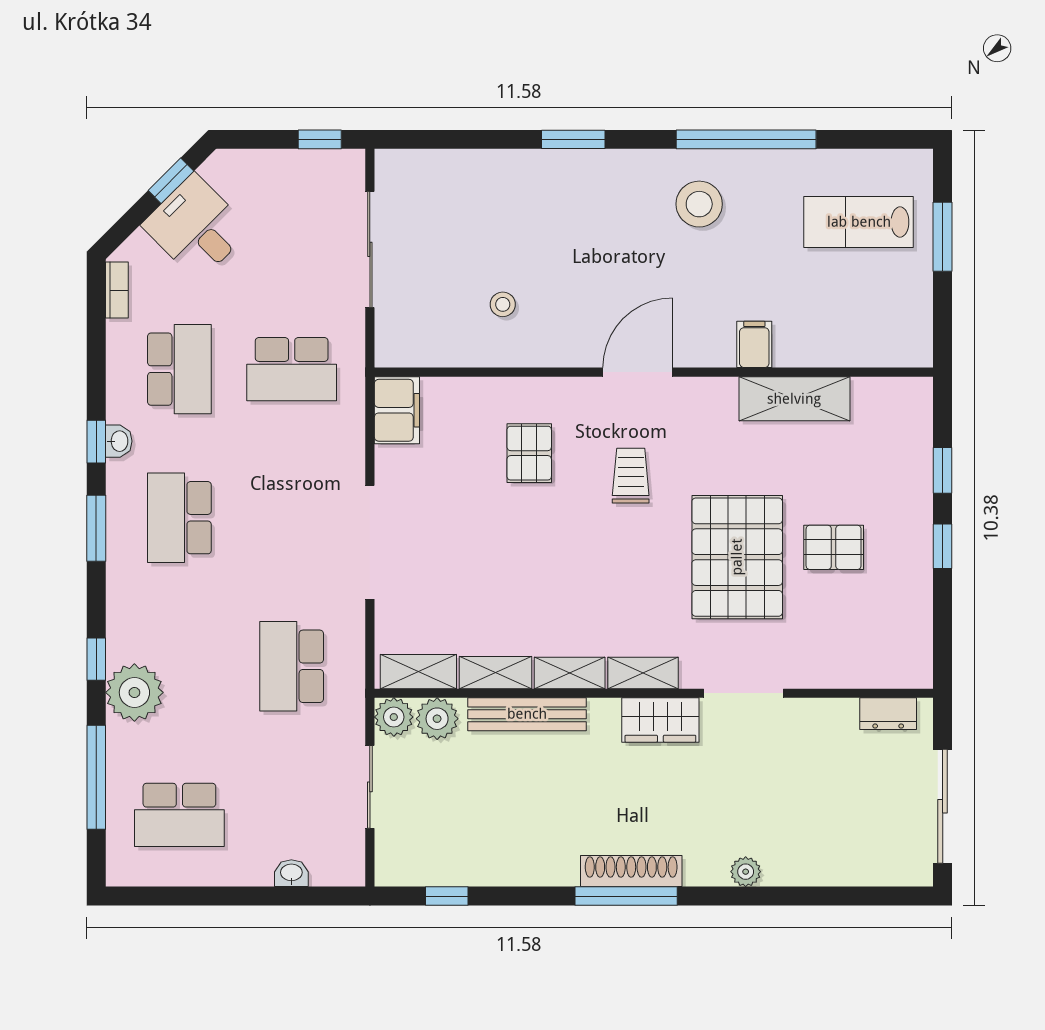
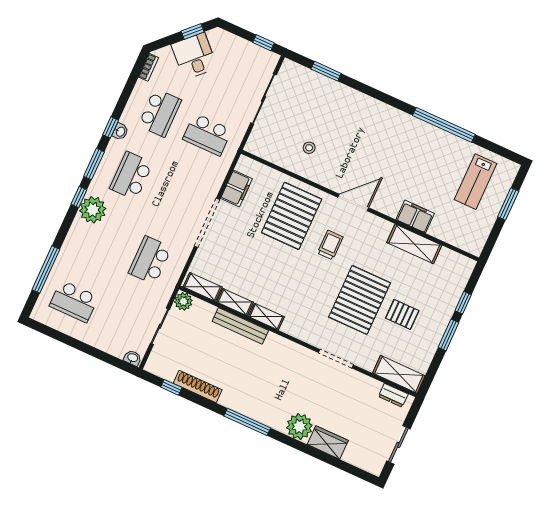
window: (573, 139) -> (326, 71), moved
stool: (699, 204) -> (412, 143), removed
lab bench: (859, 222) -> (475, 182), turned -90
filing cabinet: (754, 344) -> (415, 217), width x2.00
filing cabinet: (397, 410) -> (236, 189), moved
pallet: (529, 453) -> (292, 216), width x2.05, depth x2.00
window: (943, 546) -> (449, 335), width x1.50
window: (96, 659) -> (79, 197), moved
shelving: (643, 673) -> (399, 374), moved, width x1.50, depth x1.33
plant: (134, 692) -> (93, 210), moved
plant: (437, 719) -> (201, 310), removed
wardrobe: (660, 720) -> (328, 442), moved, turned 180
sliding door: (943, 806) -> (398, 445), width x0.73
shoe rack: (631, 871) -> (198, 387), moved
plant: (746, 872) -> (299, 427), width x1.88, depth x1.88
washbasin: (291, 873) -> (133, 358), moved

